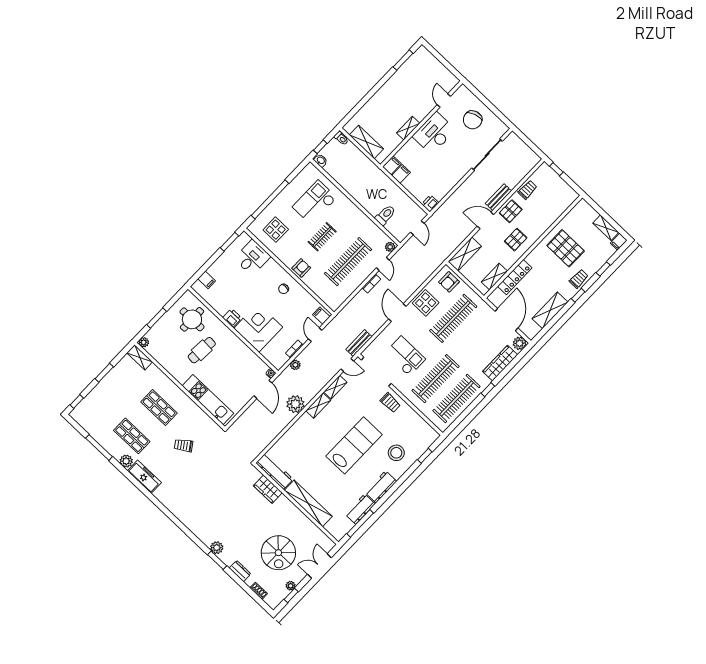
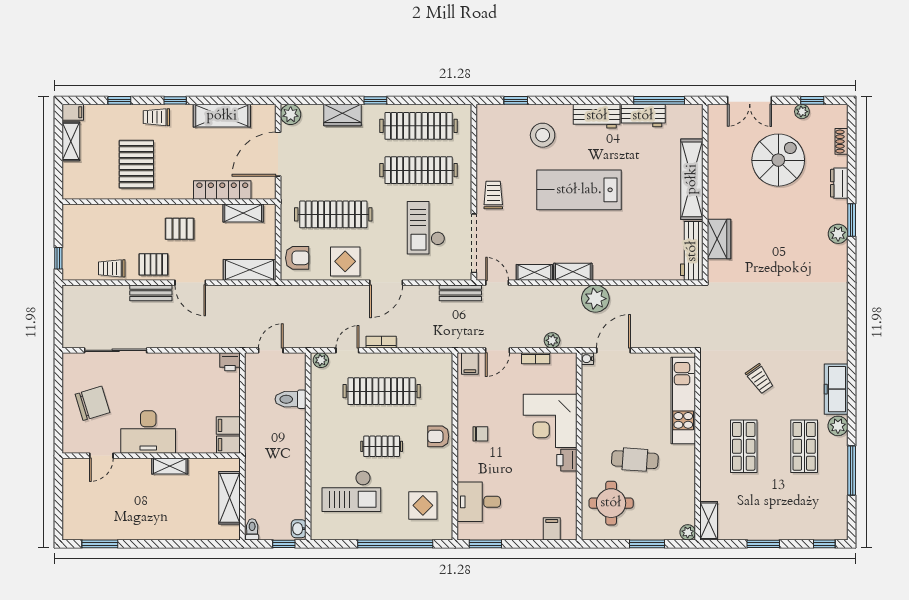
wardrobe: (500, 363) -> (342, 115), width x0.67

